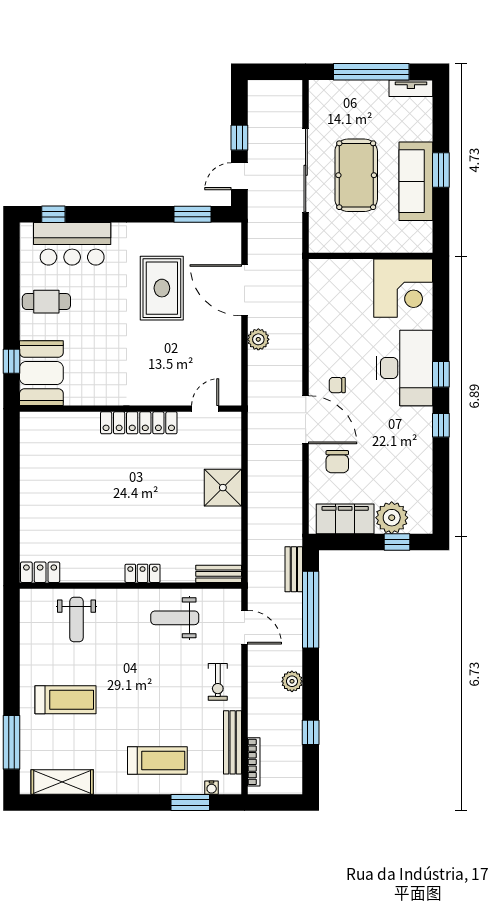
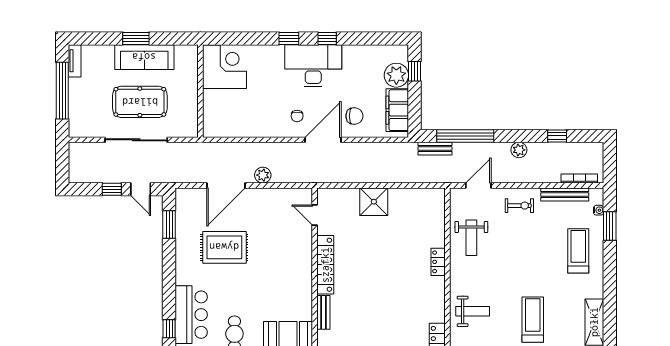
desk: (404, 368) -> (313, 66), moved
bench: (219, 574) -> (323, 312), moved

